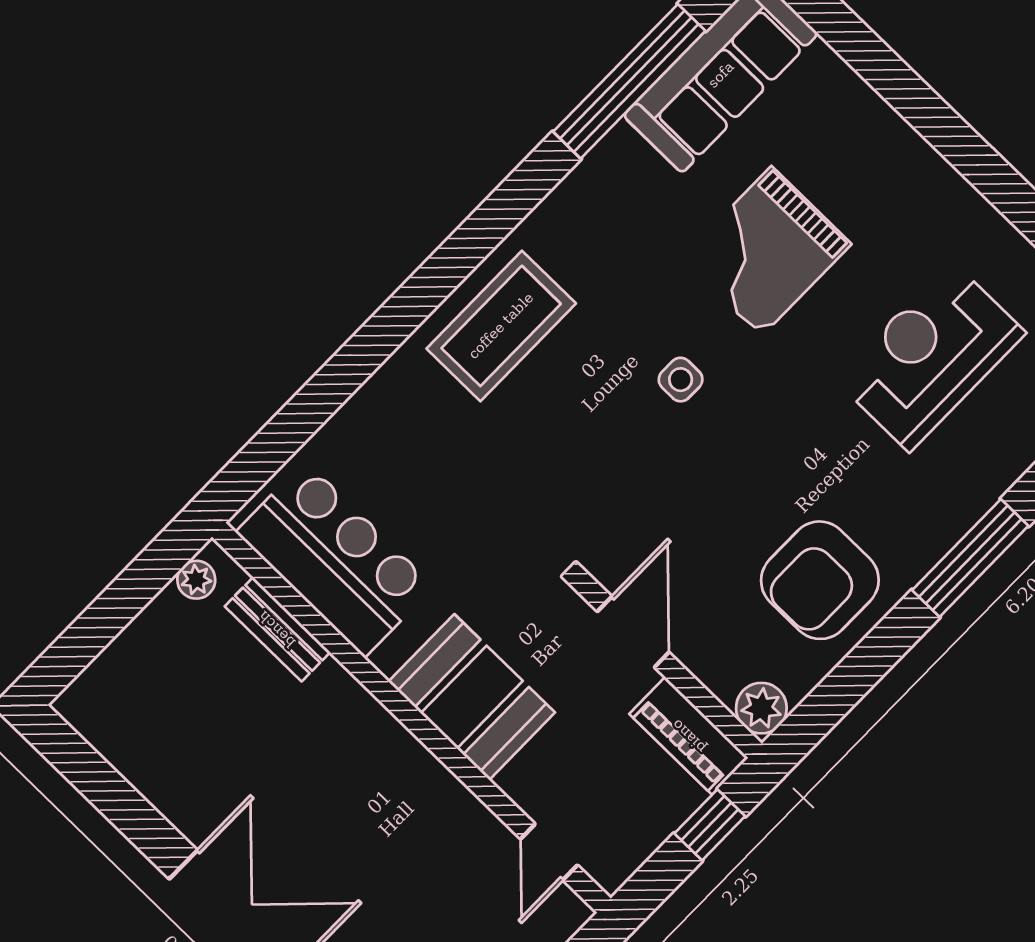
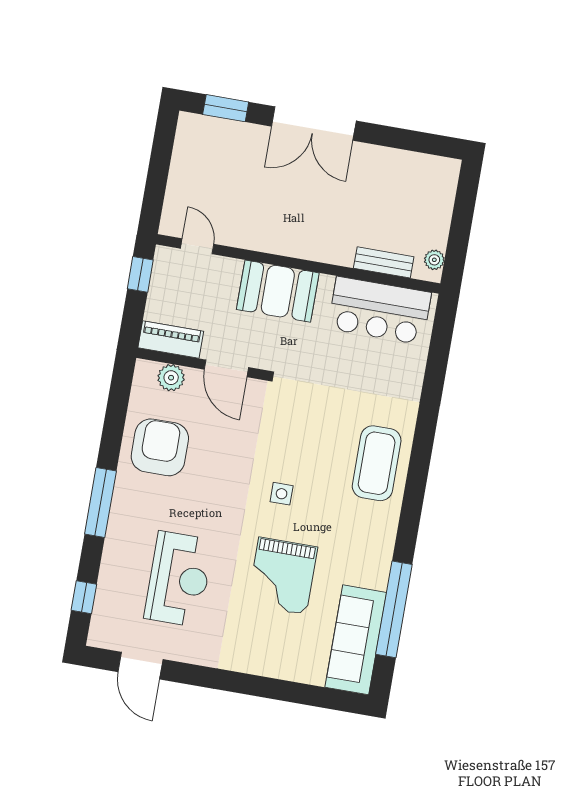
grand piano: (766, 251) -> (283, 576), turned 180
plant: (761, 708) -> (171, 378), moved
window: (710, 825) -> (140, 274), moved

